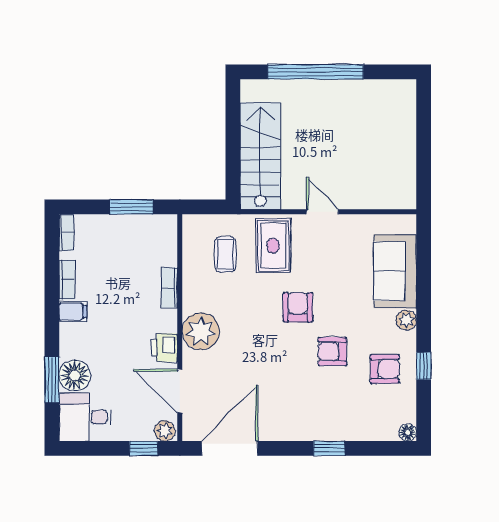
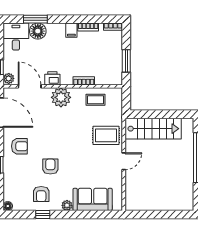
coffee table: (225, 254) -> (96, 100), moved
armchair: (298, 307) -> (19, 146), moved
door: (180, 391) -> (30, 86), hinge flipped

